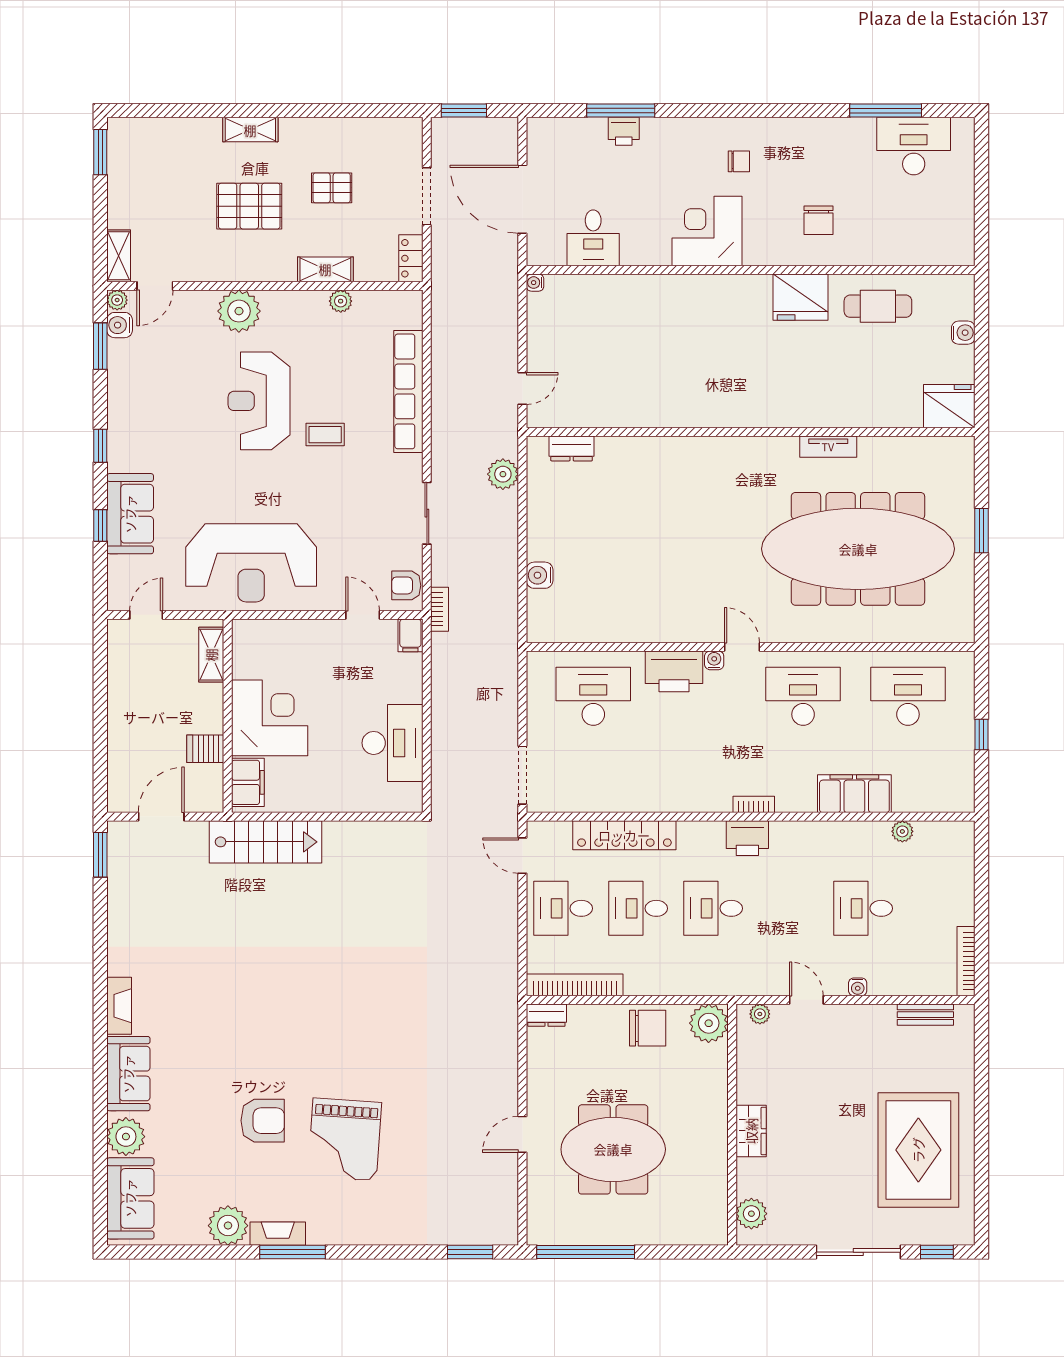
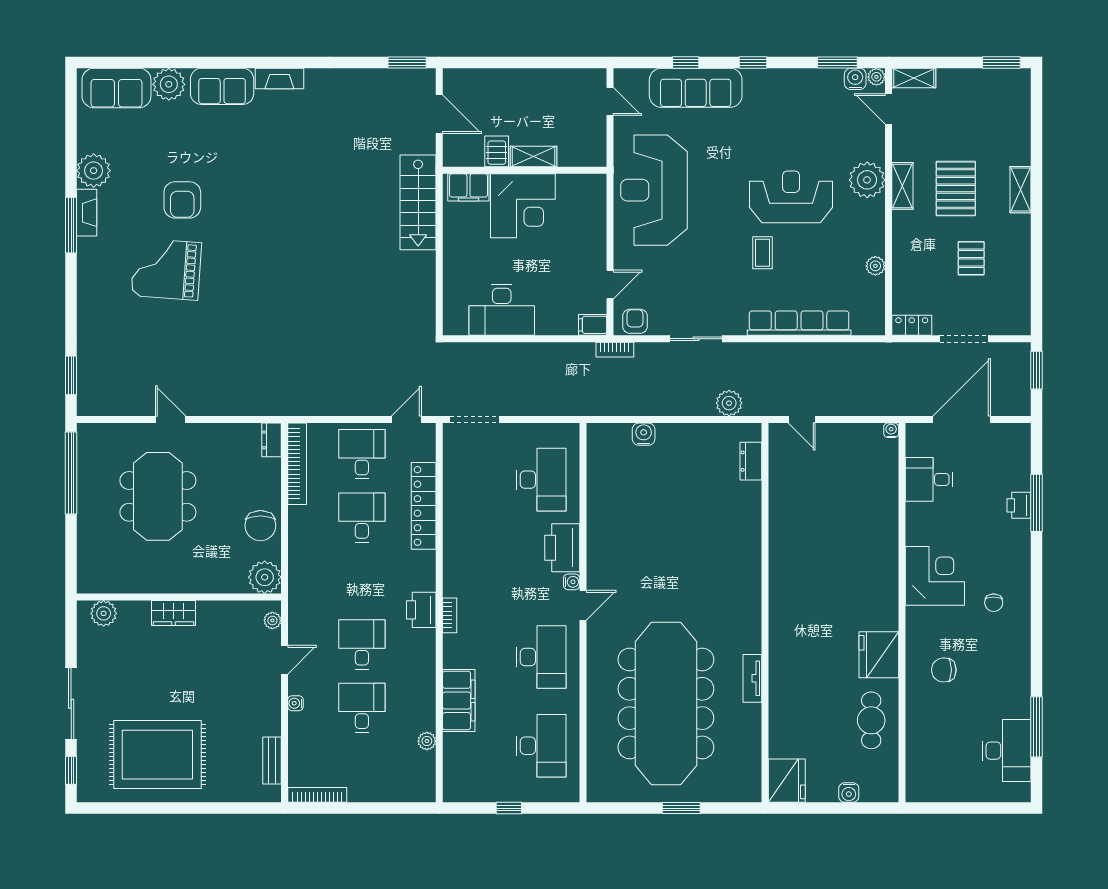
shelving: (325, 269) -> (902, 186), moved
sofa: (130, 514) -> (696, 88), width x1.36
shelving: (211, 655) -> (534, 156), moved
desk: (713, 908) -> (362, 644), moved

